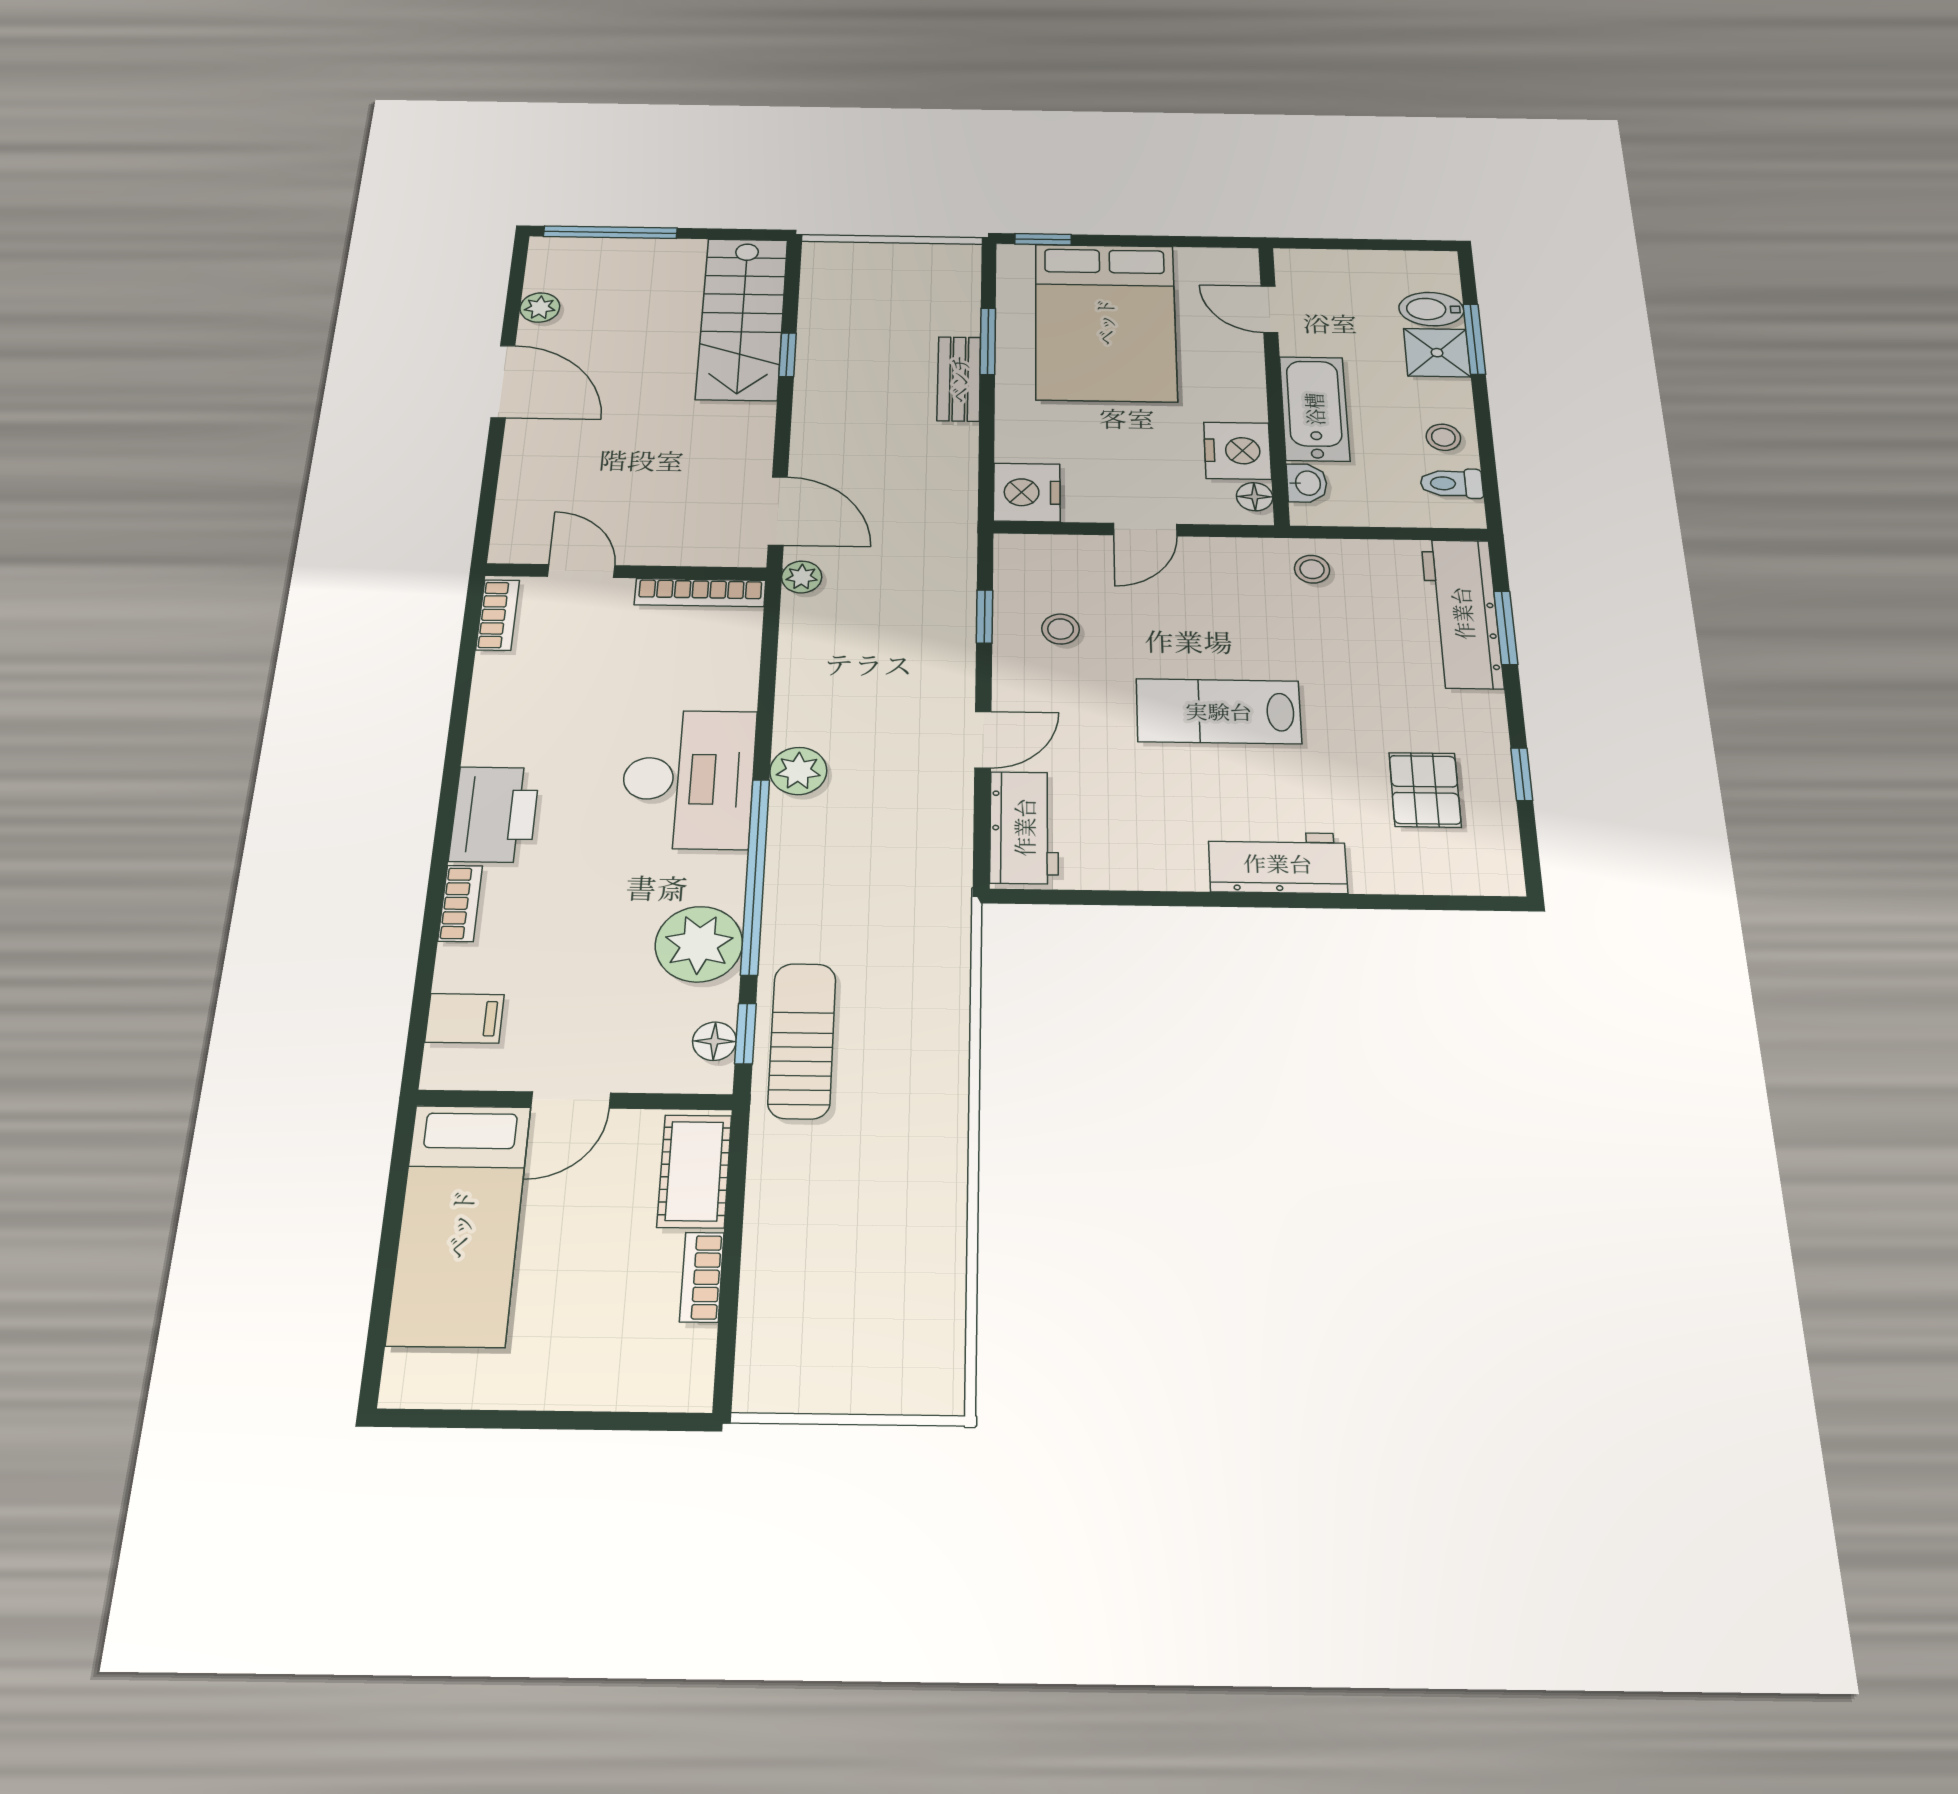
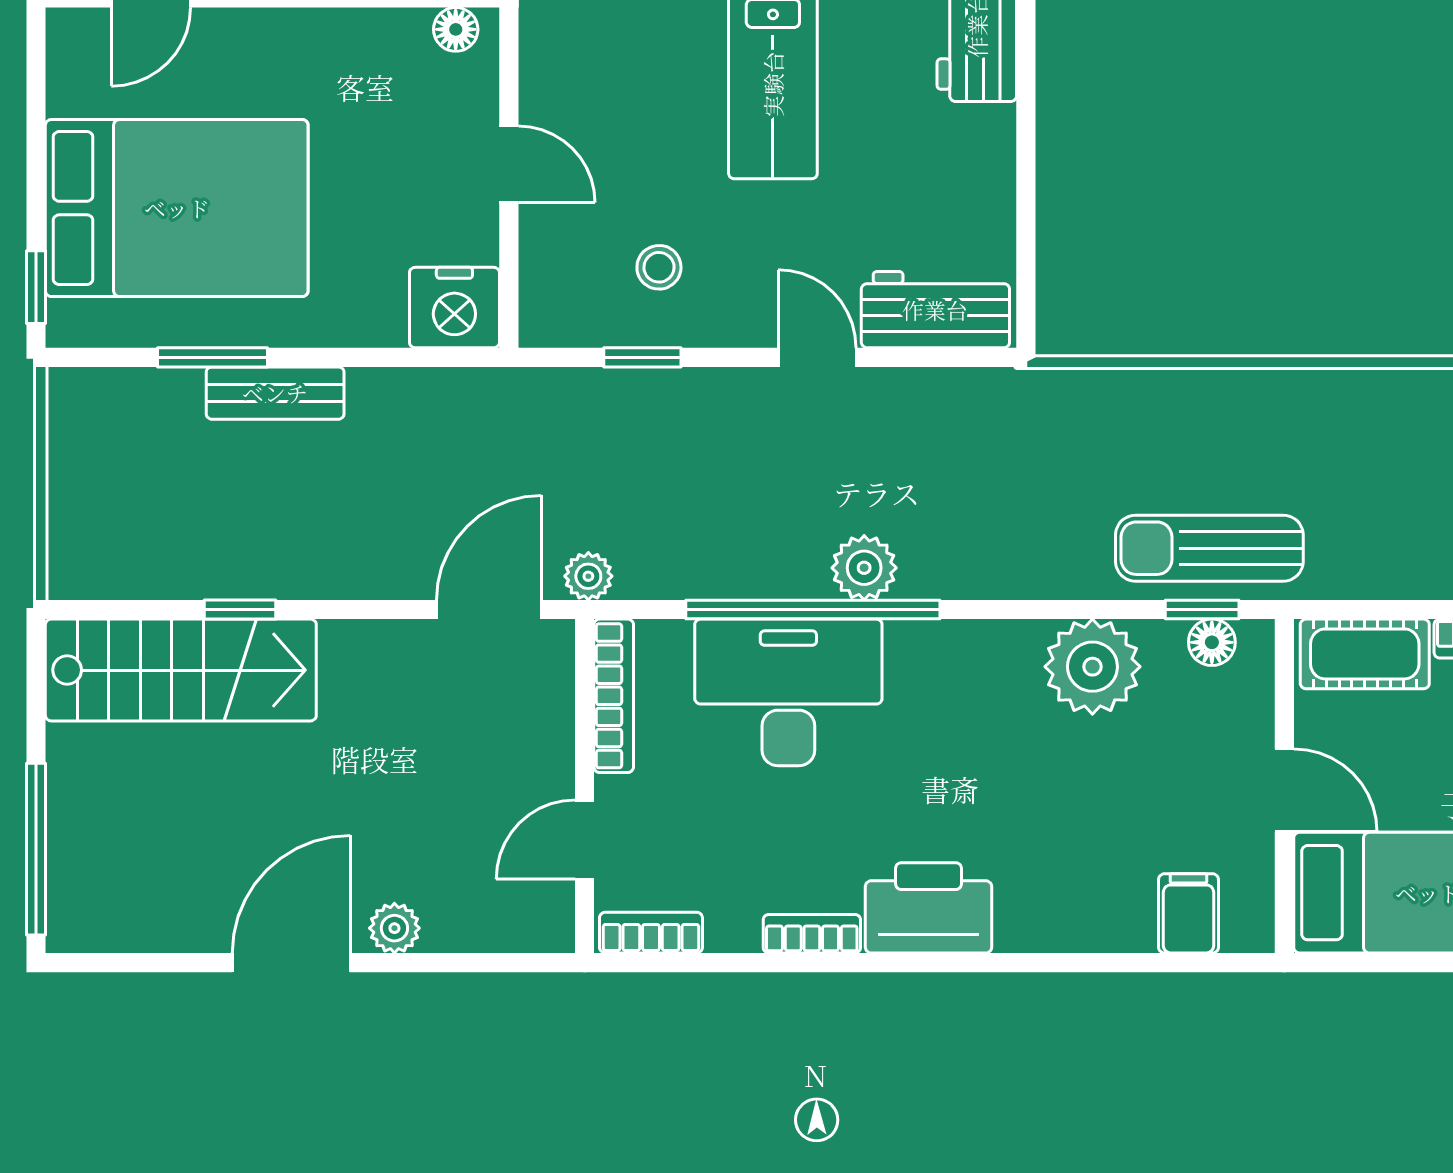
plant: (540, 308) -> (394, 928), moved
nightstand: (1237, 451) -> (384, 48), removed
desk: (688, 779) -> (788, 692), moved
window: (755, 876) -> (813, 609), moved
bookcase: (460, 903) -> (812, 934), moved

